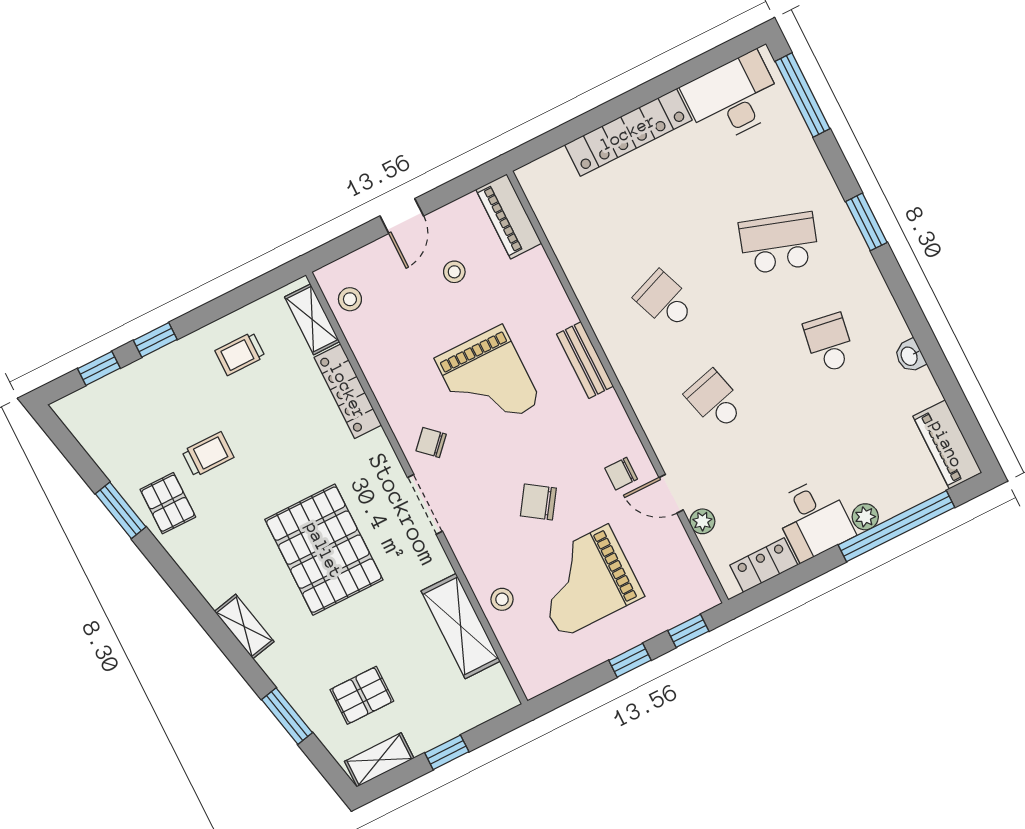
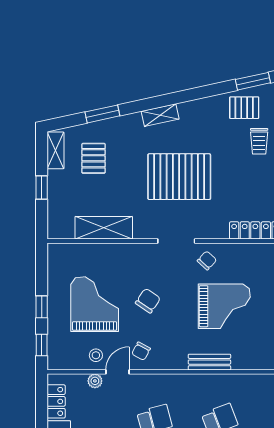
grand piano: (488, 381) -> (224, 306), turned 180
chair: (621, 474) -> (141, 351), turned -152
stool: (502, 599) -> (96, 355), moved

